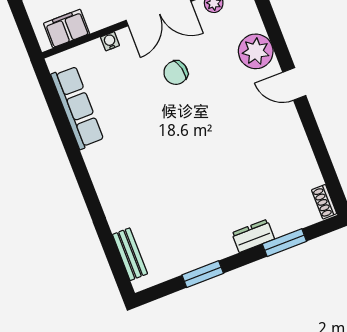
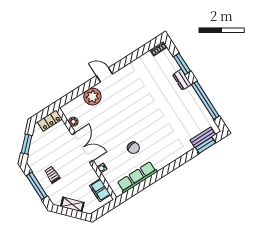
chair: (176, 73) -> (133, 148), moved
door: (294, 84) -> (104, 75), swing flipped
window: (113, 256) -> (205, 145), added
window: (203, 274) -> (205, 100), width x2.11

